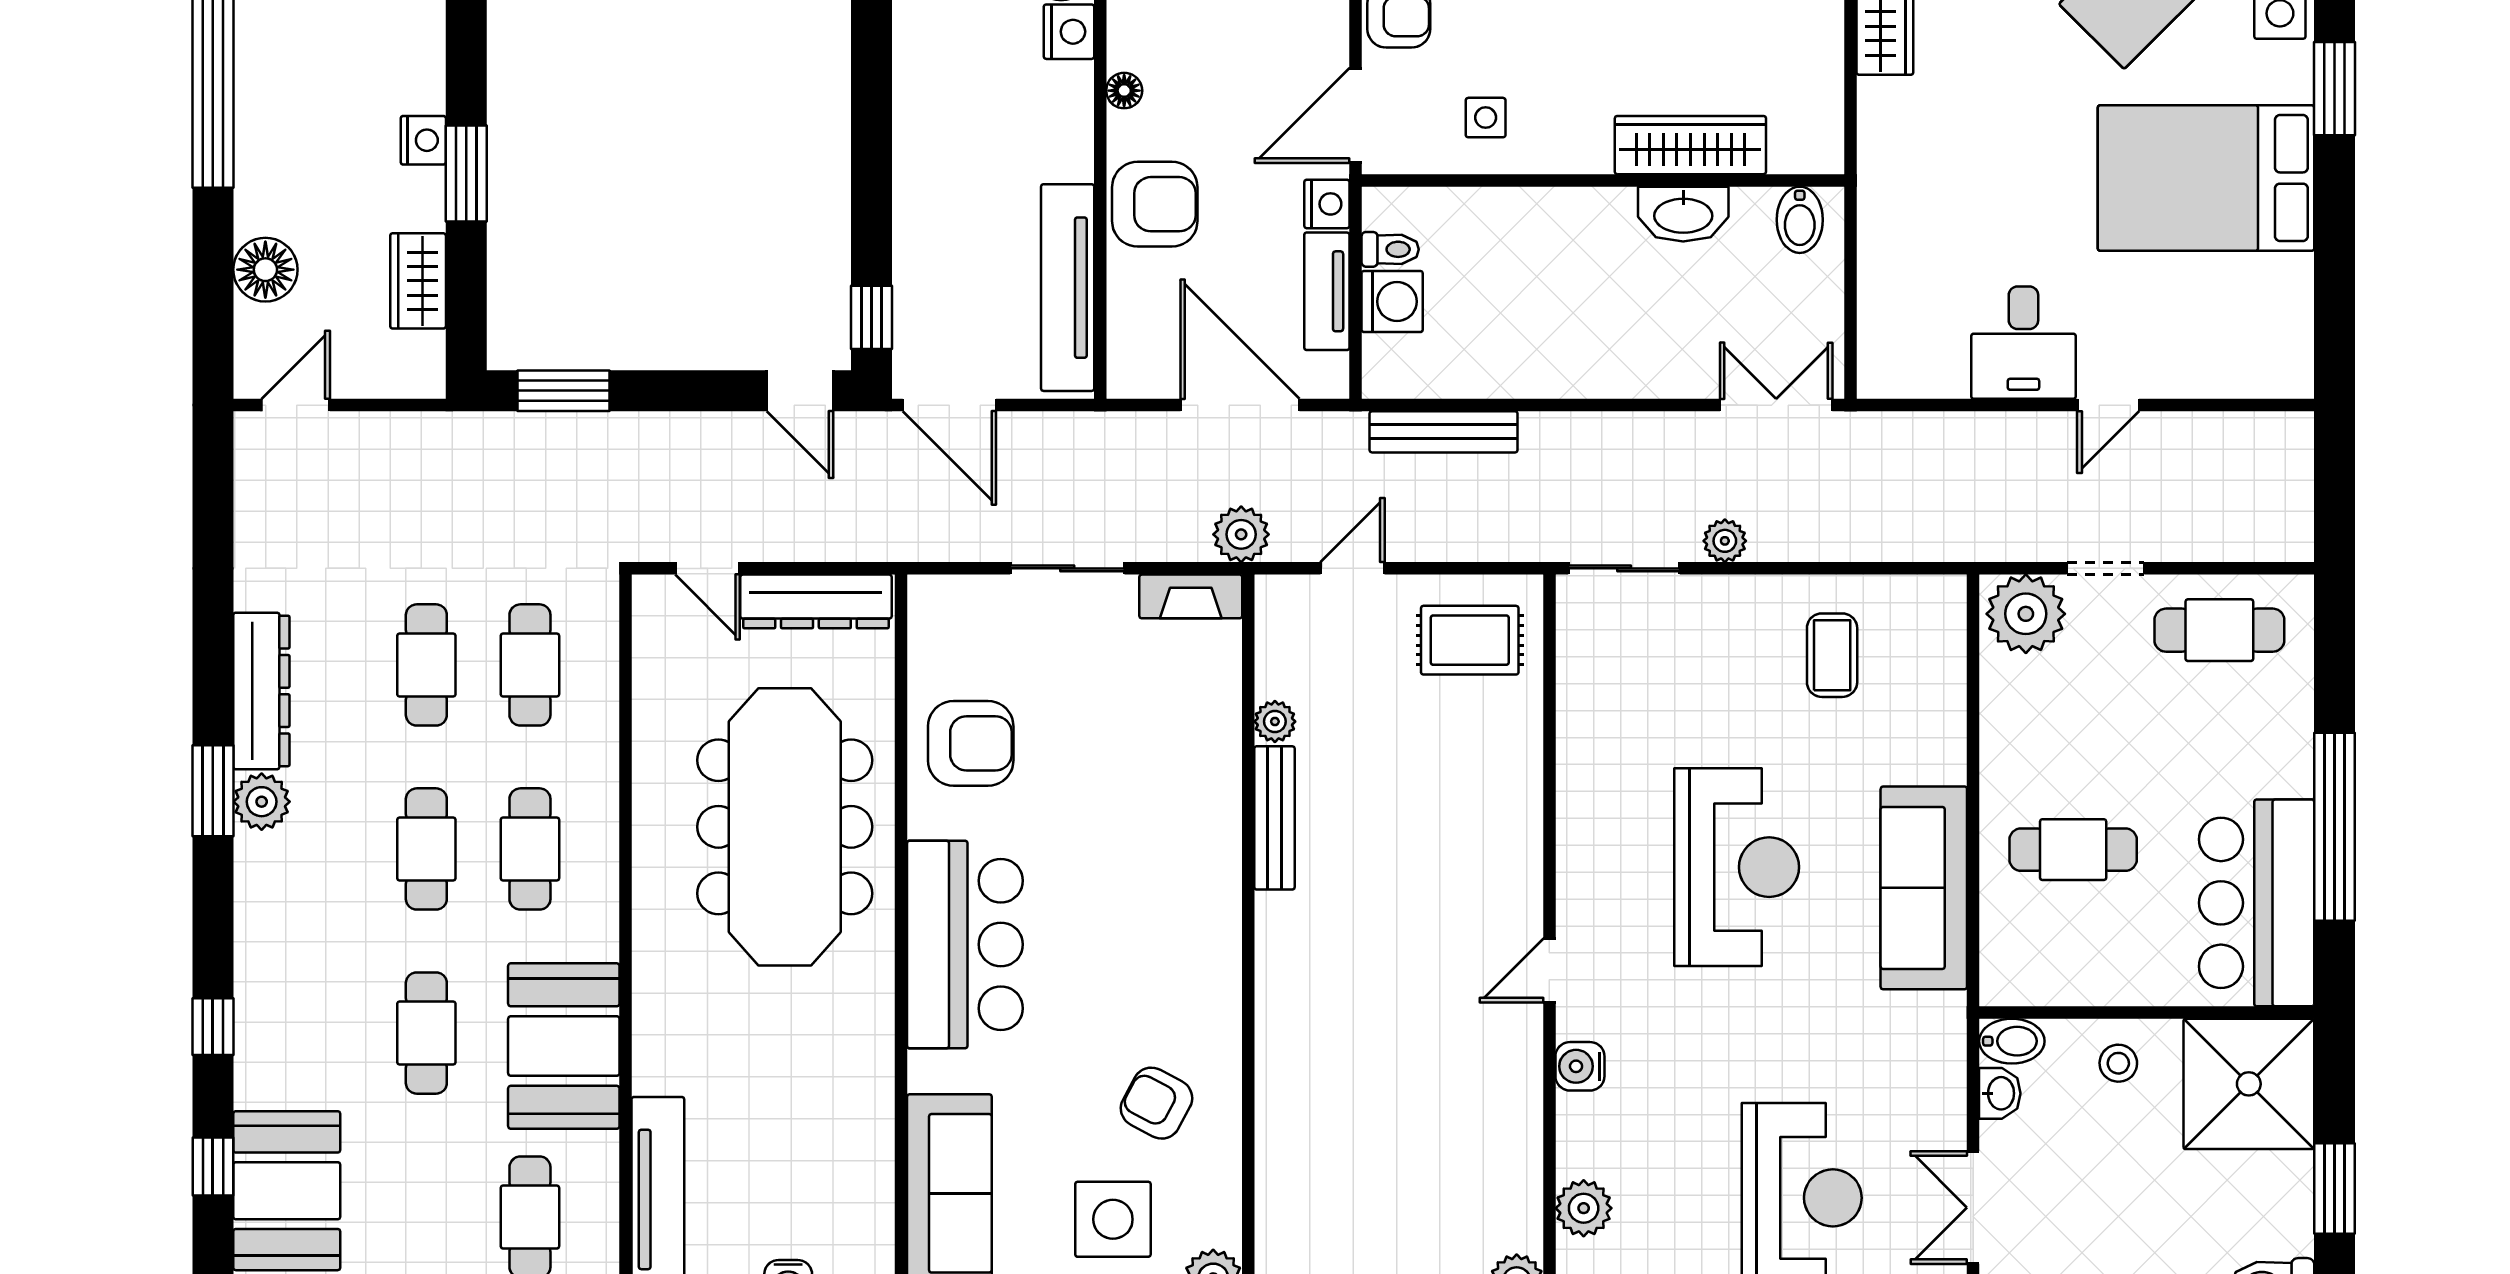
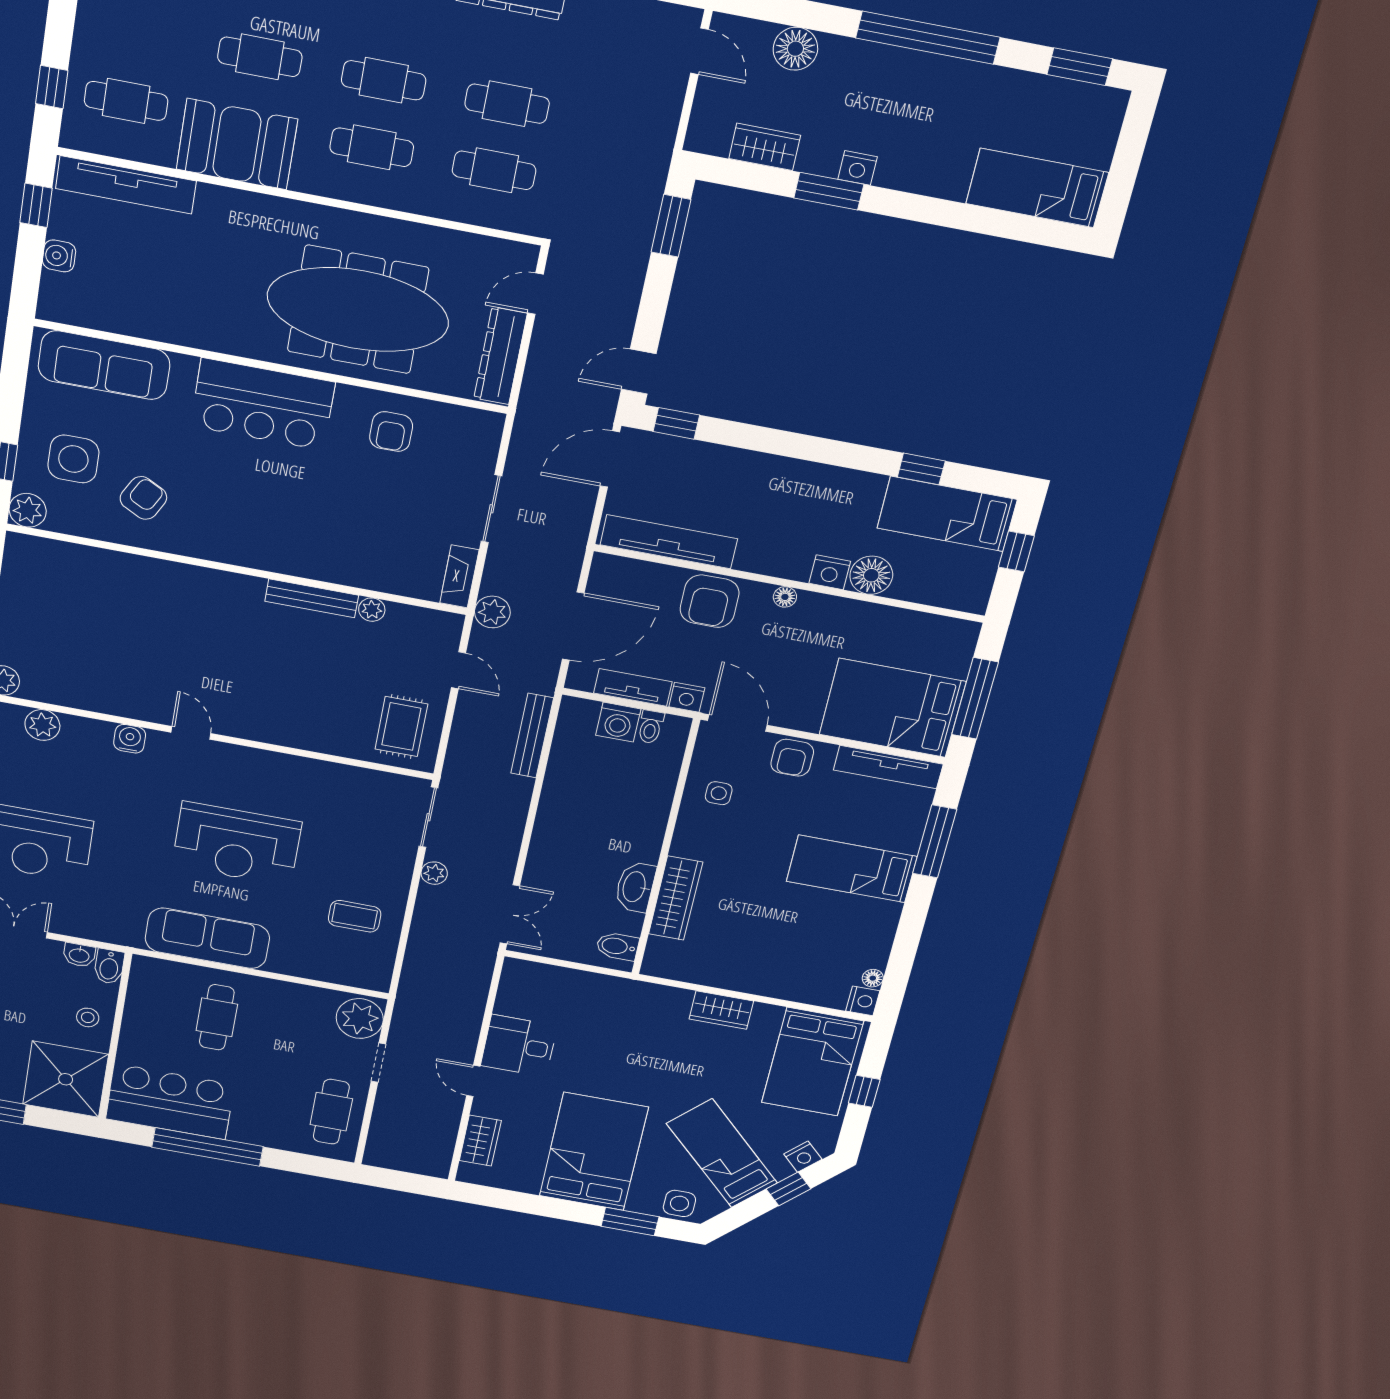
wardrobe: (2224, 371) -> (480, 1141), added
armchair: (971, 743) -> (391, 432), width x0.72, depth x0.72

